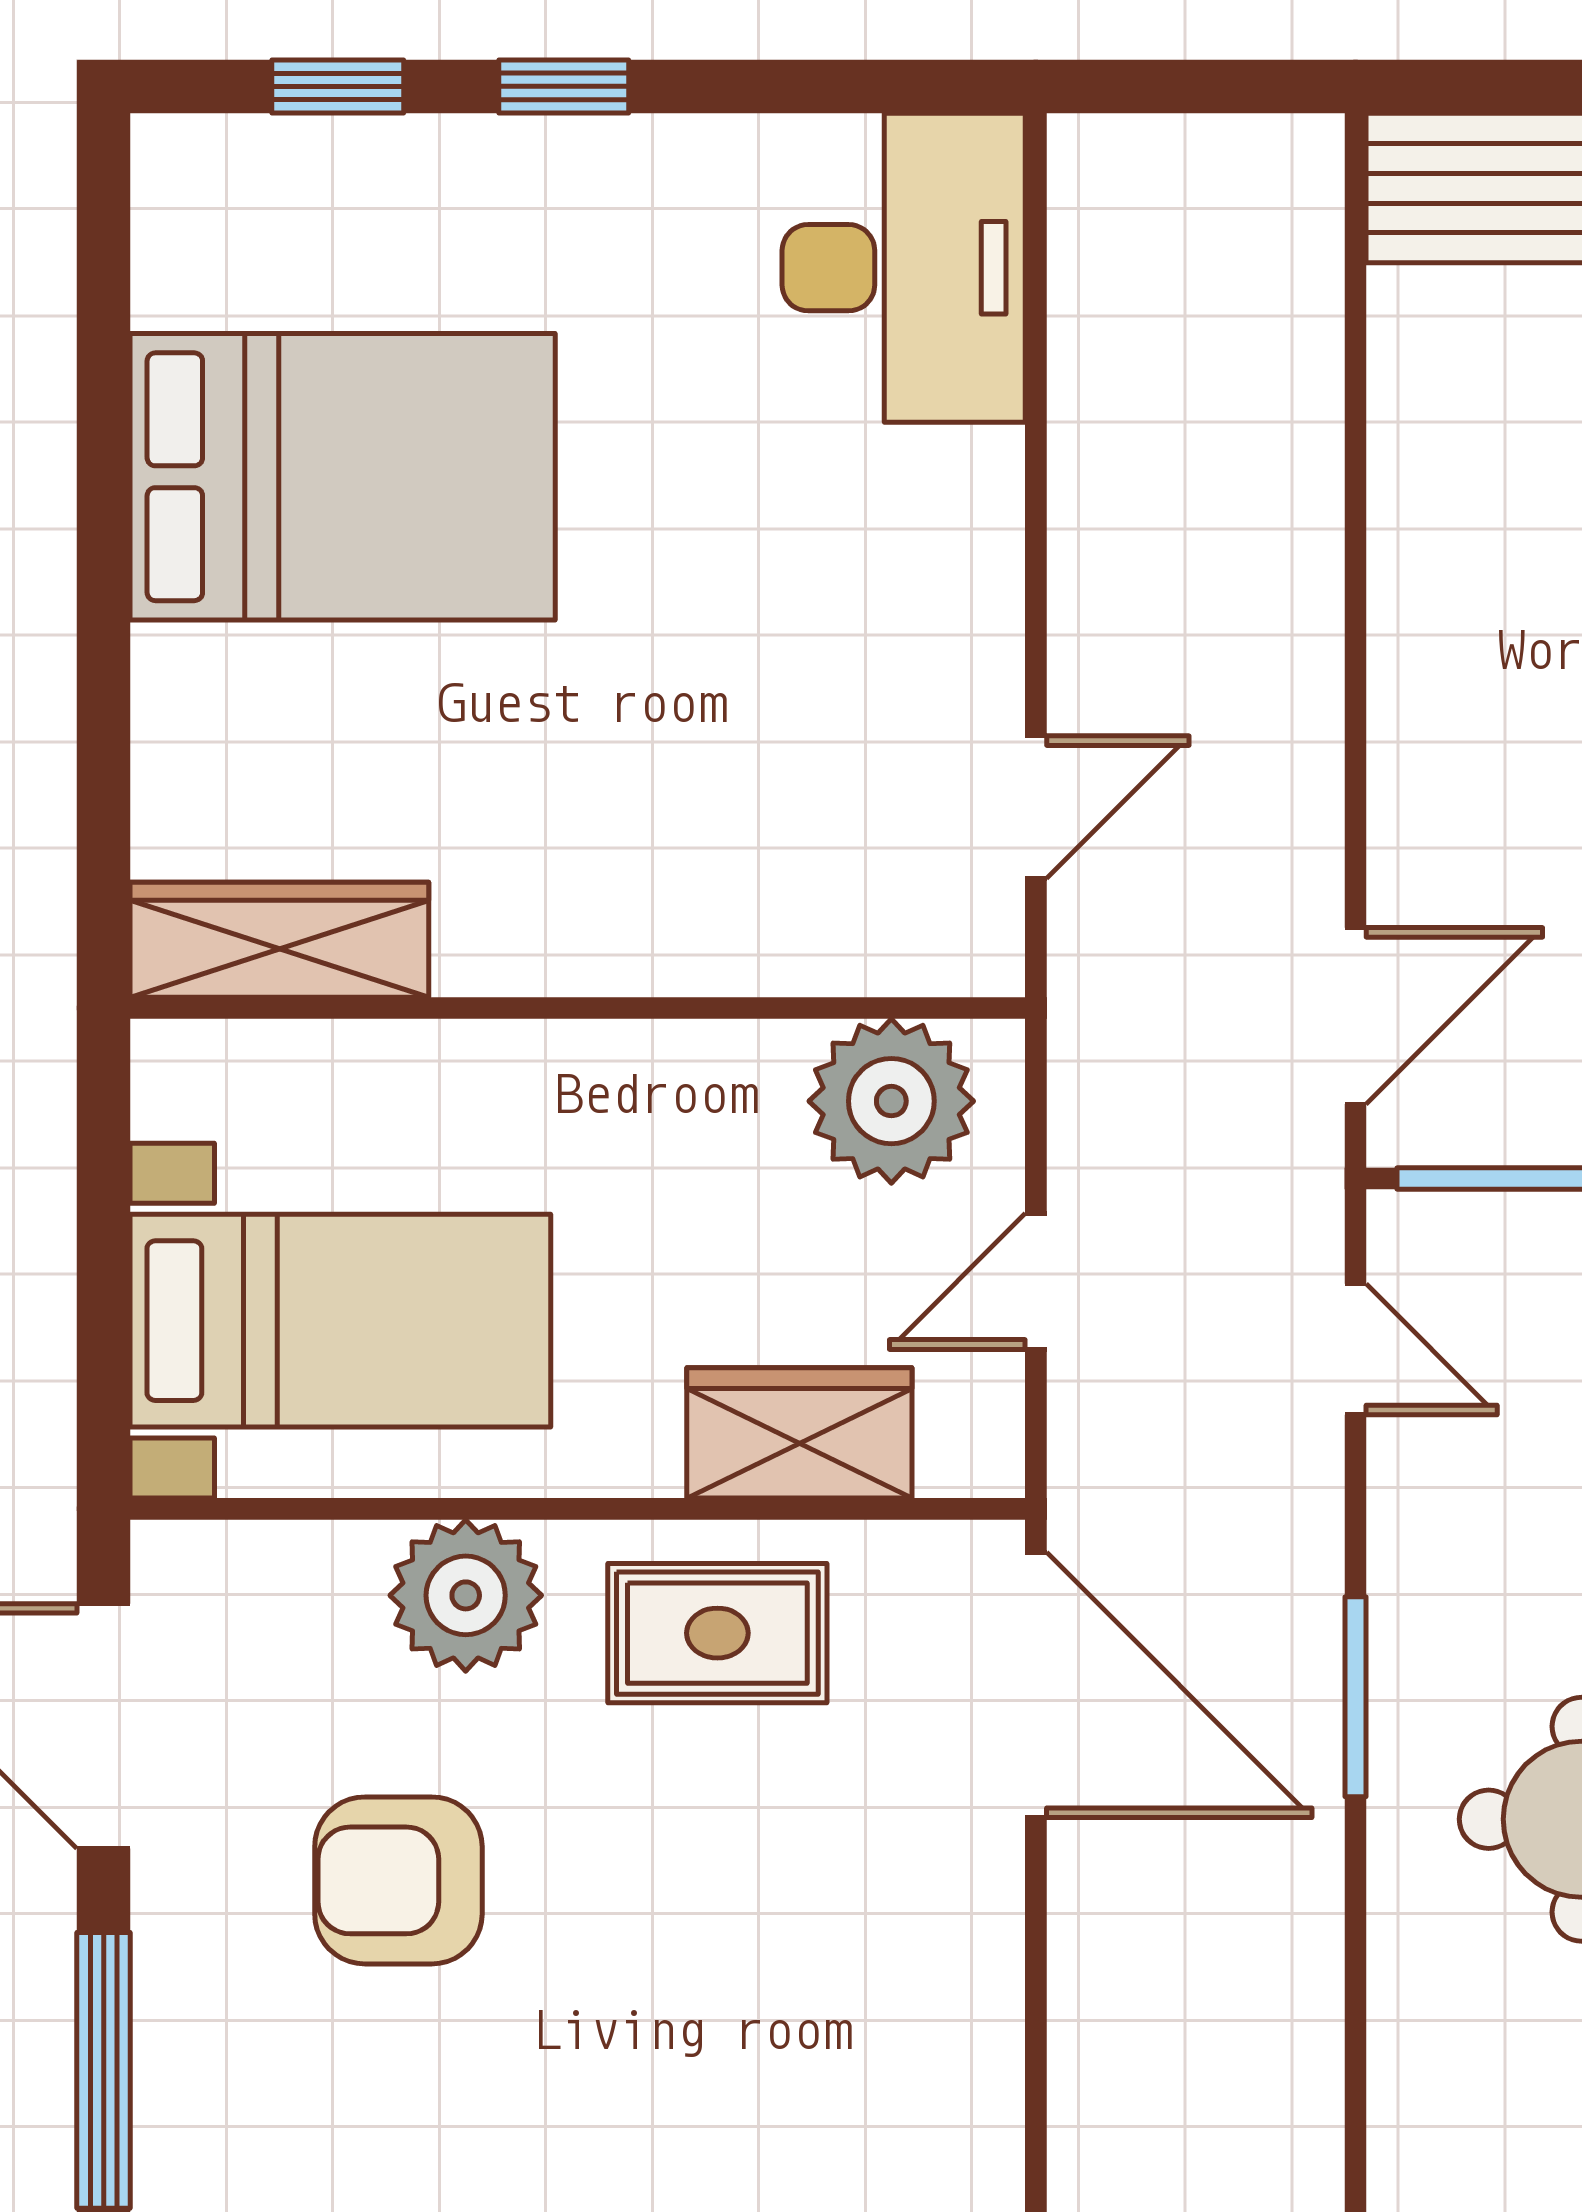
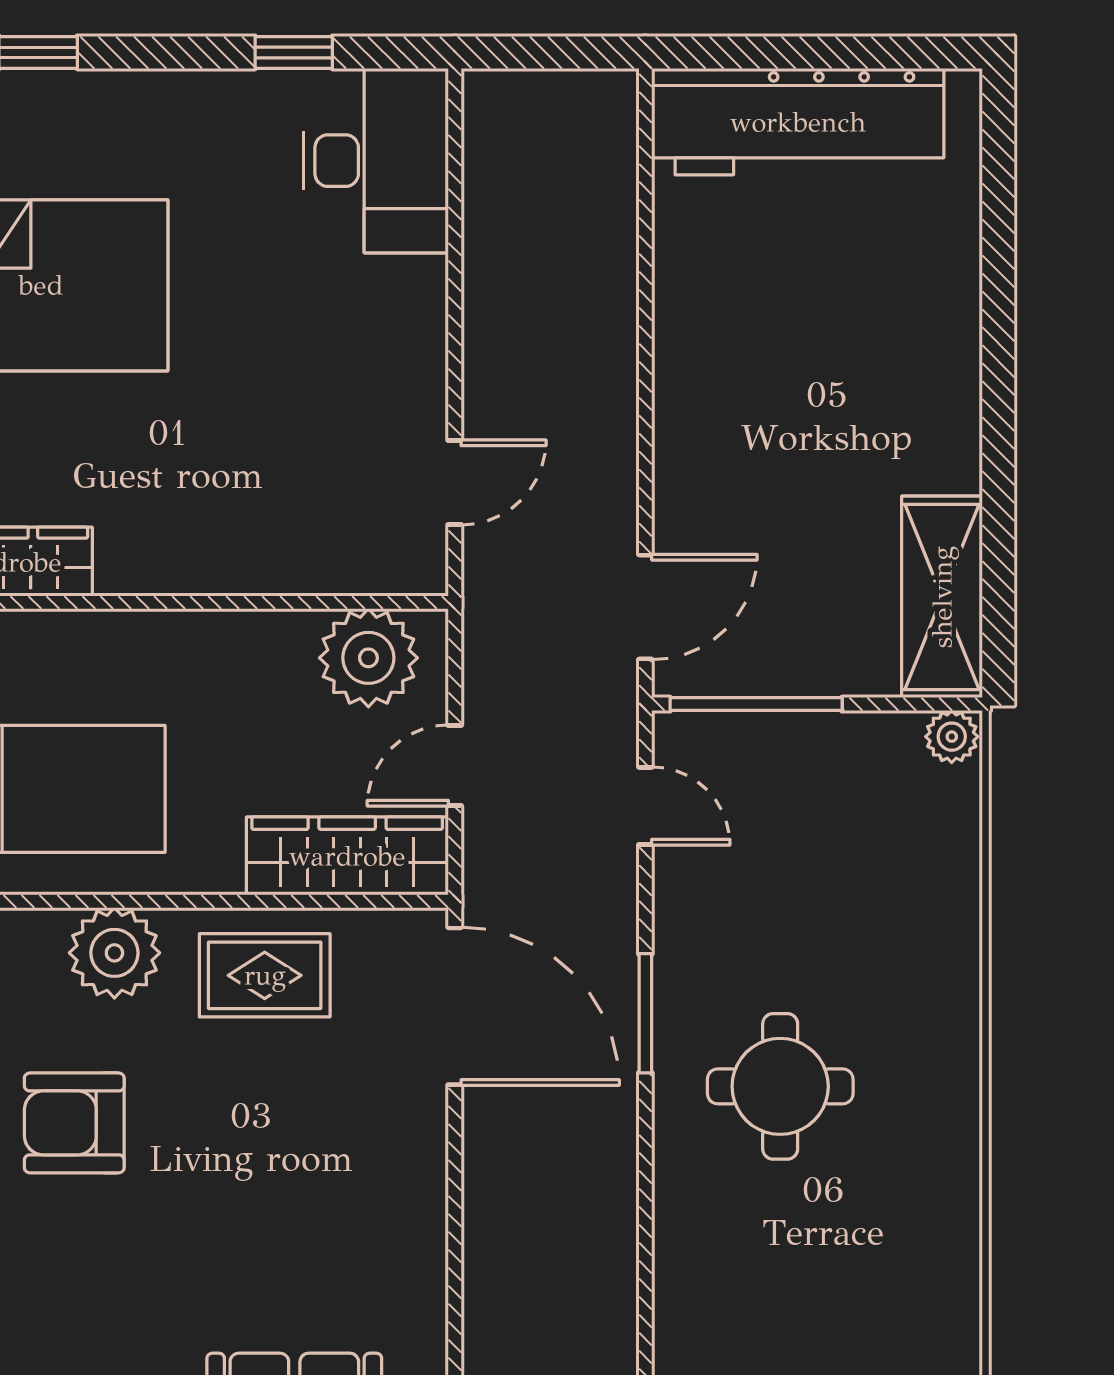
window: (564, 86) -> (294, 52), moved
wardrobe: (799, 1433) -> (347, 856), width x1.50

